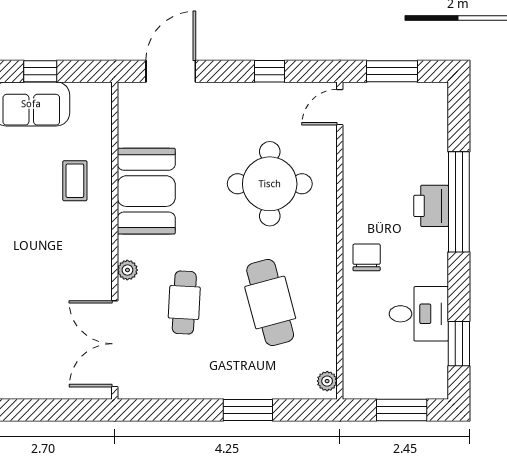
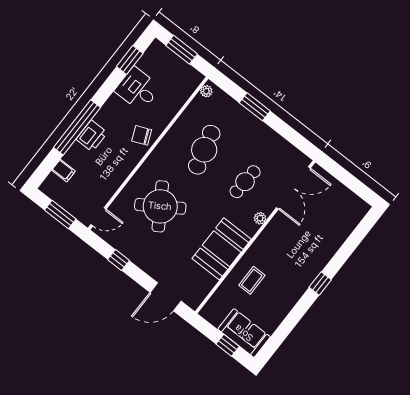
filing cabinet: (433, 132) -> (64, 171), added
round table: (270, 184) -> (160, 206), turned -33
chair: (367, 257) -> (142, 135), turned 67

